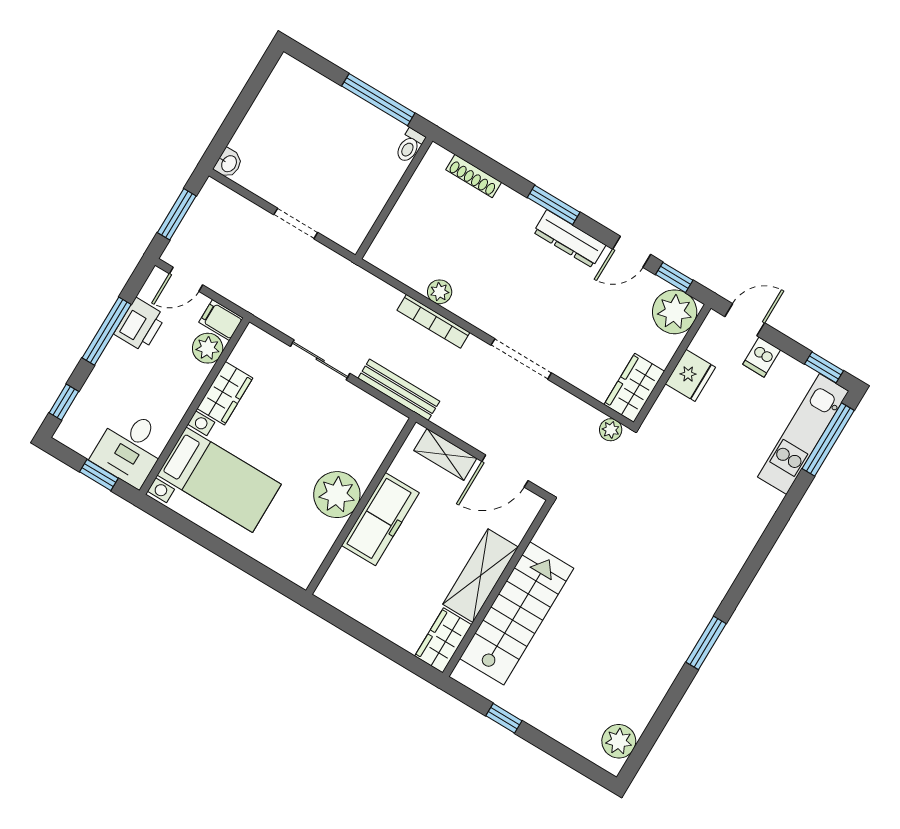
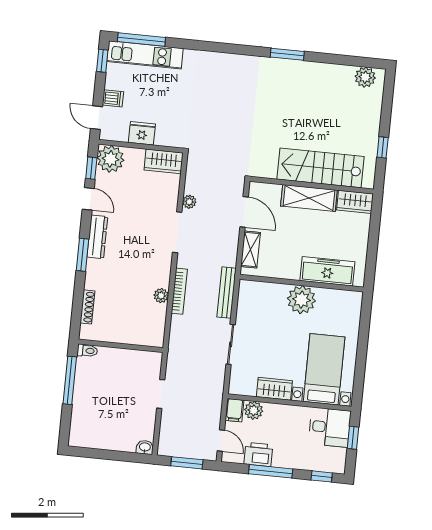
plant: (611, 430) -> (189, 202), moved
freezer: (380, 519) -> (327, 271), moved

